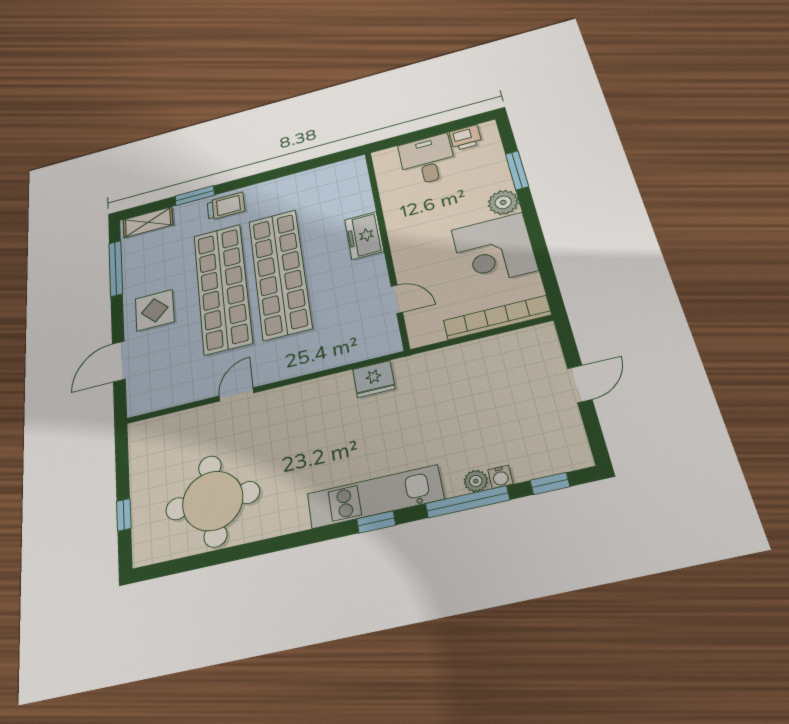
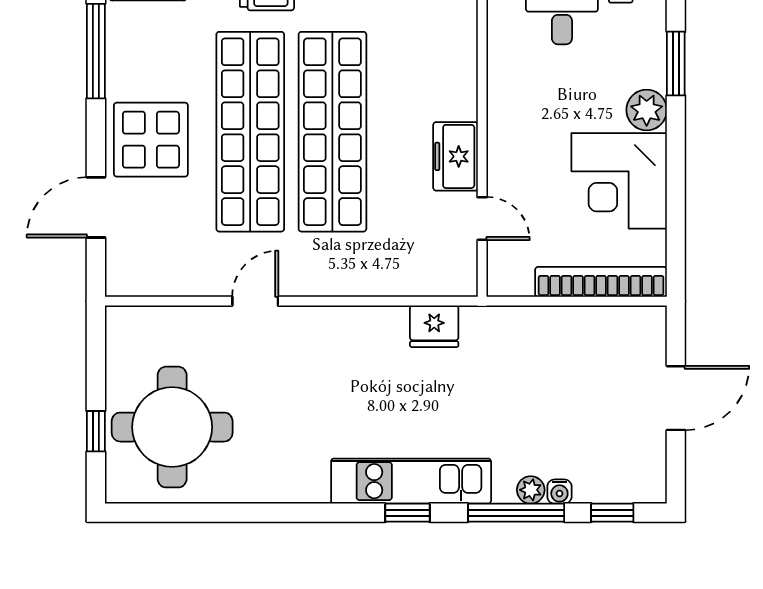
freezer: (364, 236) -> (456, 156), moved
display table: (155, 310) -> (151, 140), width x1.36, depth x1.36
door: (580, 384) -> (676, 398), width x1.38
round table: (213, 501) -> (172, 427), moved

